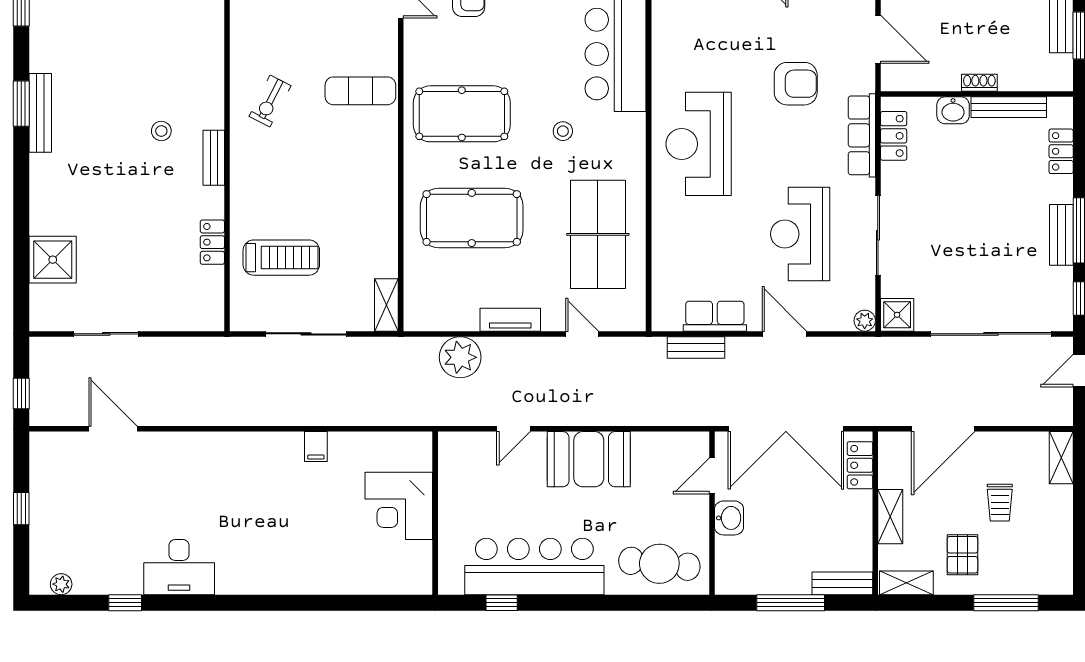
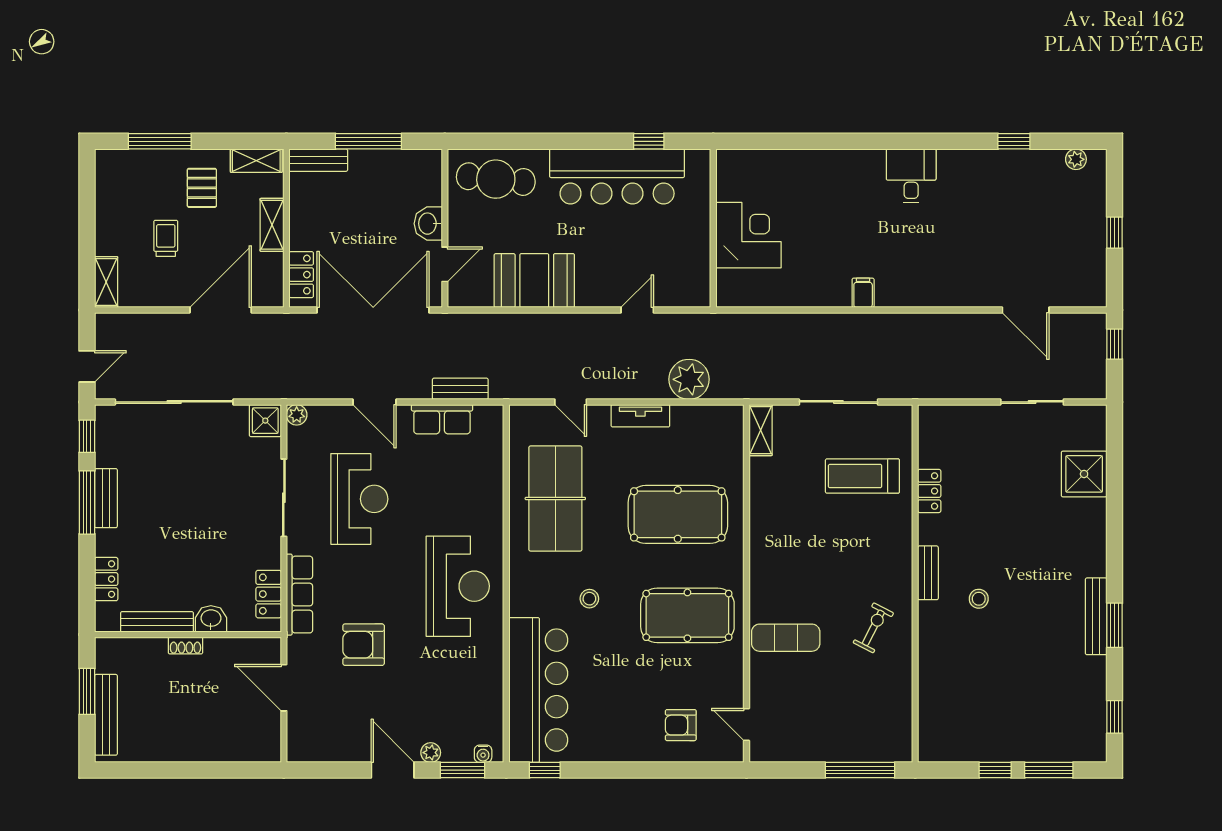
filing cabinet: (316, 447) -> (863, 293), moved
booth: (589, 459) -> (534, 281), moved
desk: (179, 567) -> (911, 176), moved, width x0.73

